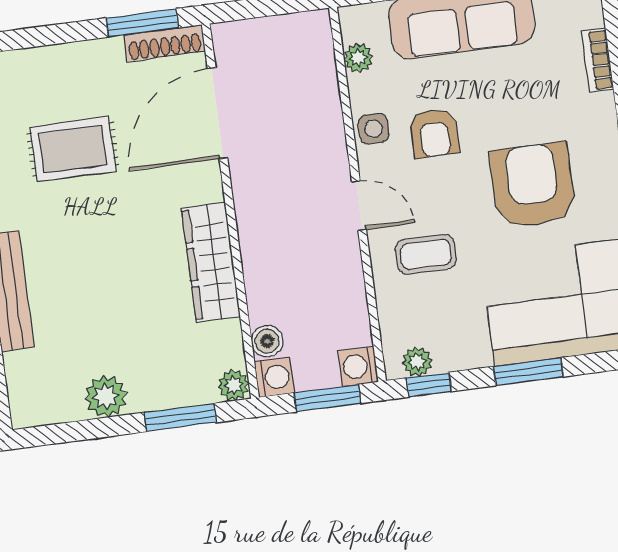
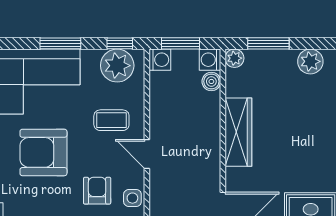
armchair: (533, 185) -> (43, 152), turned 90
plant: (417, 362) -> (117, 66), width x1.88, depth x1.88

